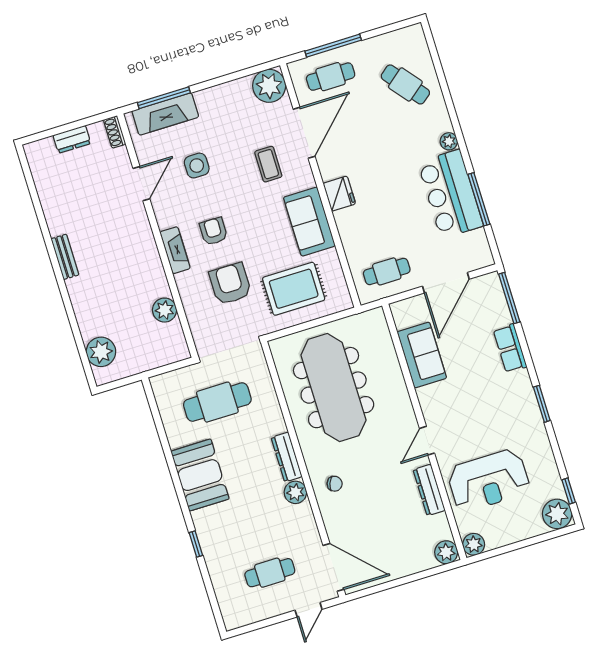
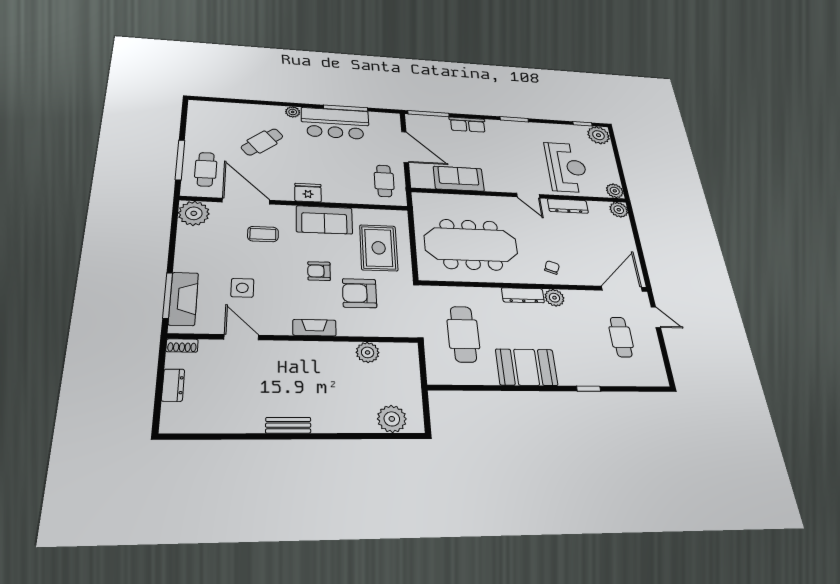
cafe table: (405, 84) -> (262, 142), moved
armchair: (213, 231) -> (319, 271), moved

